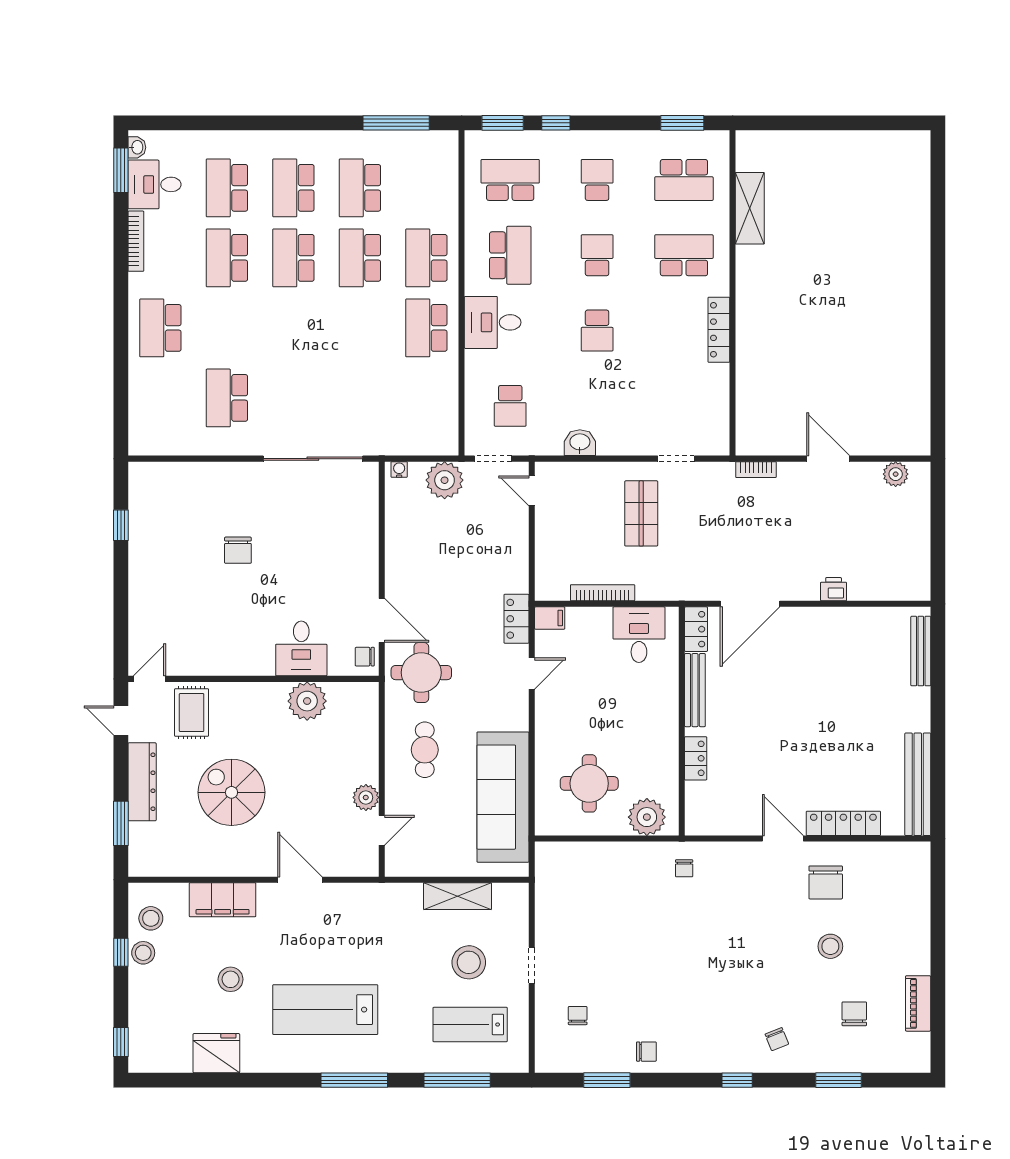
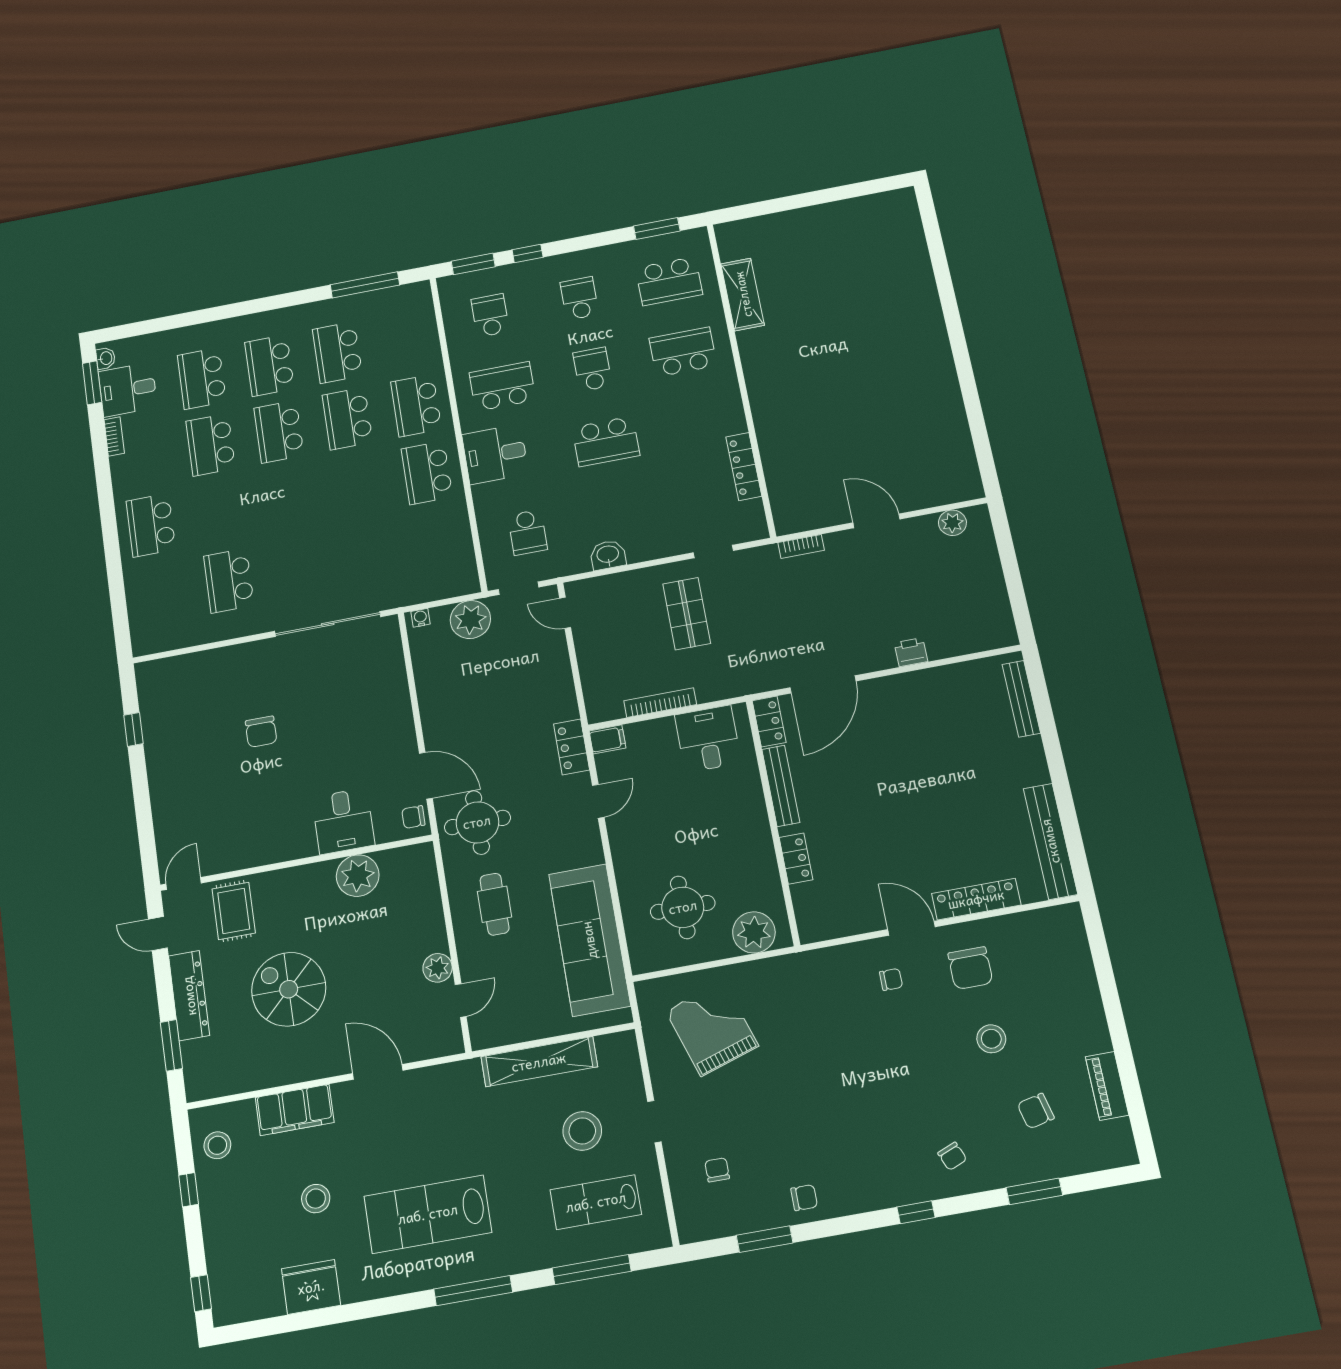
school desk: (510, 180) -> (490, 315), width x0.54
bookcase: (136, 241) -> (114, 436), width x0.64
school desk: (510, 255) -> (502, 386), turned -90
locker: (719, 330) -> (744, 466), moved
school desk: (597, 331) -> (606, 441), width x1.85
chair: (684, 868) -> (891, 979), moved, turned -90
grand piano: (595, 894) -> (712, 1028), added
shelving: (457, 896) -> (539, 1062), width x1.47
stool: (143, 953) -> (214, 1186), removed
chair: (854, 1014) -> (1036, 1111), turned -103

